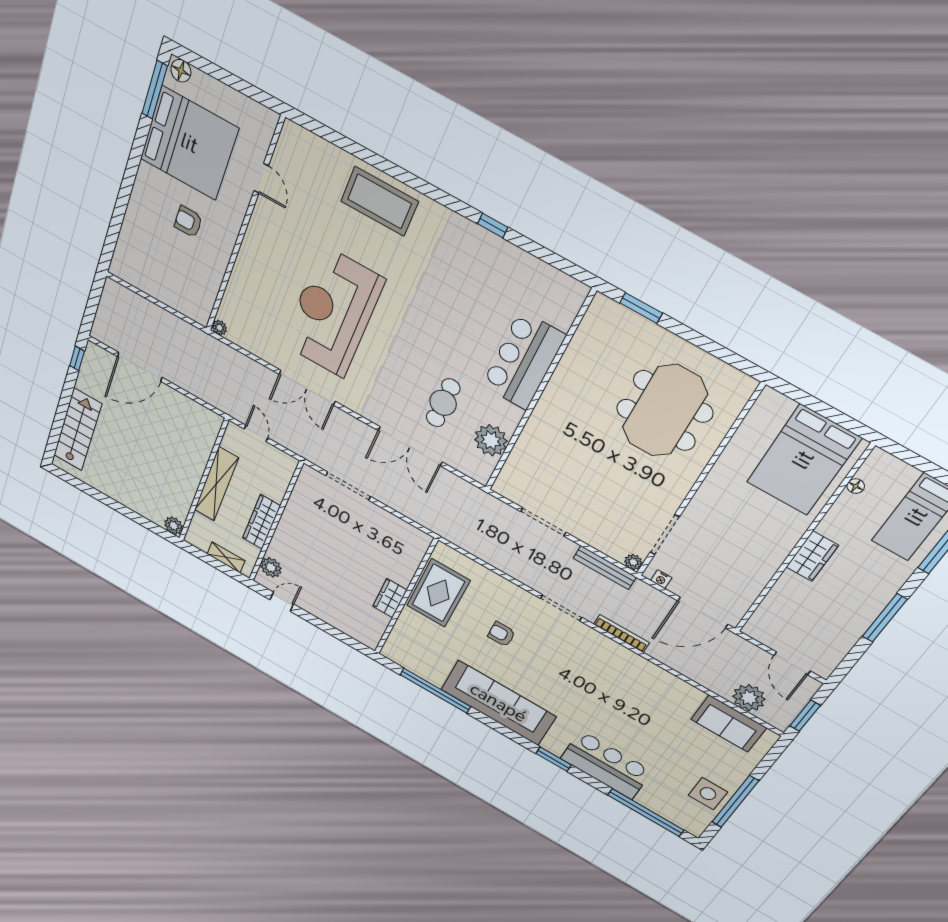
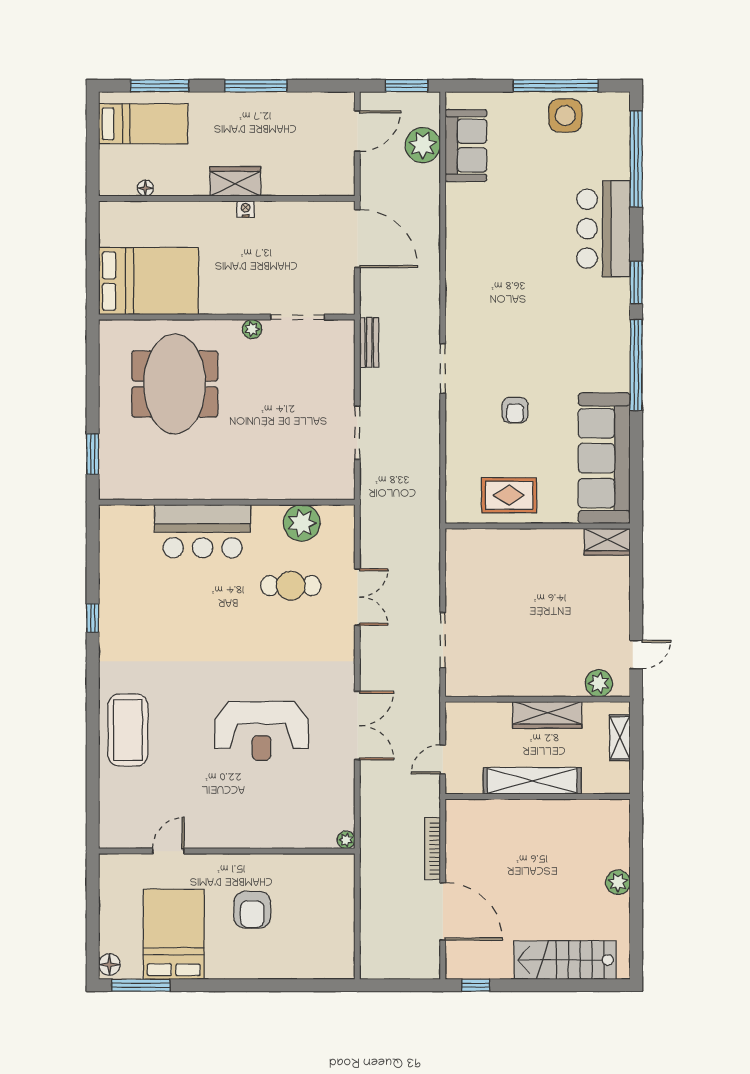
bed: (189, 143) -> (174, 934), width x0.73
armchair: (188, 222) -> (252, 910), width x1.38, depth x1.38
reception desk: (333, 312) -> (261, 731), width x0.74, depth x0.77
meeting table: (664, 411) -> (175, 384), turned 90
double door: (410, 446) -> (357, 597), width x0.73
bed: (803, 460) -> (148, 281), moved
plant: (174, 526) -> (618, 882), moved
plant: (633, 562) -> (252, 329), moved
bench: (605, 568) -> (369, 342), width x0.73
nightstand: (661, 579) -> (246, 209), moved, turned -90
rug: (438, 593) -> (509, 495), width x0.73, depth x0.70
wardrobe: (390, 598) -> (607, 542), moved
door: (282, 602) -> (636, 655), swing flipped
bookcase: (621, 633) -> (432, 849), moved
window: (435, 691) -> (636, 365), moved
sofa: (498, 703) -> (604, 458), moved

